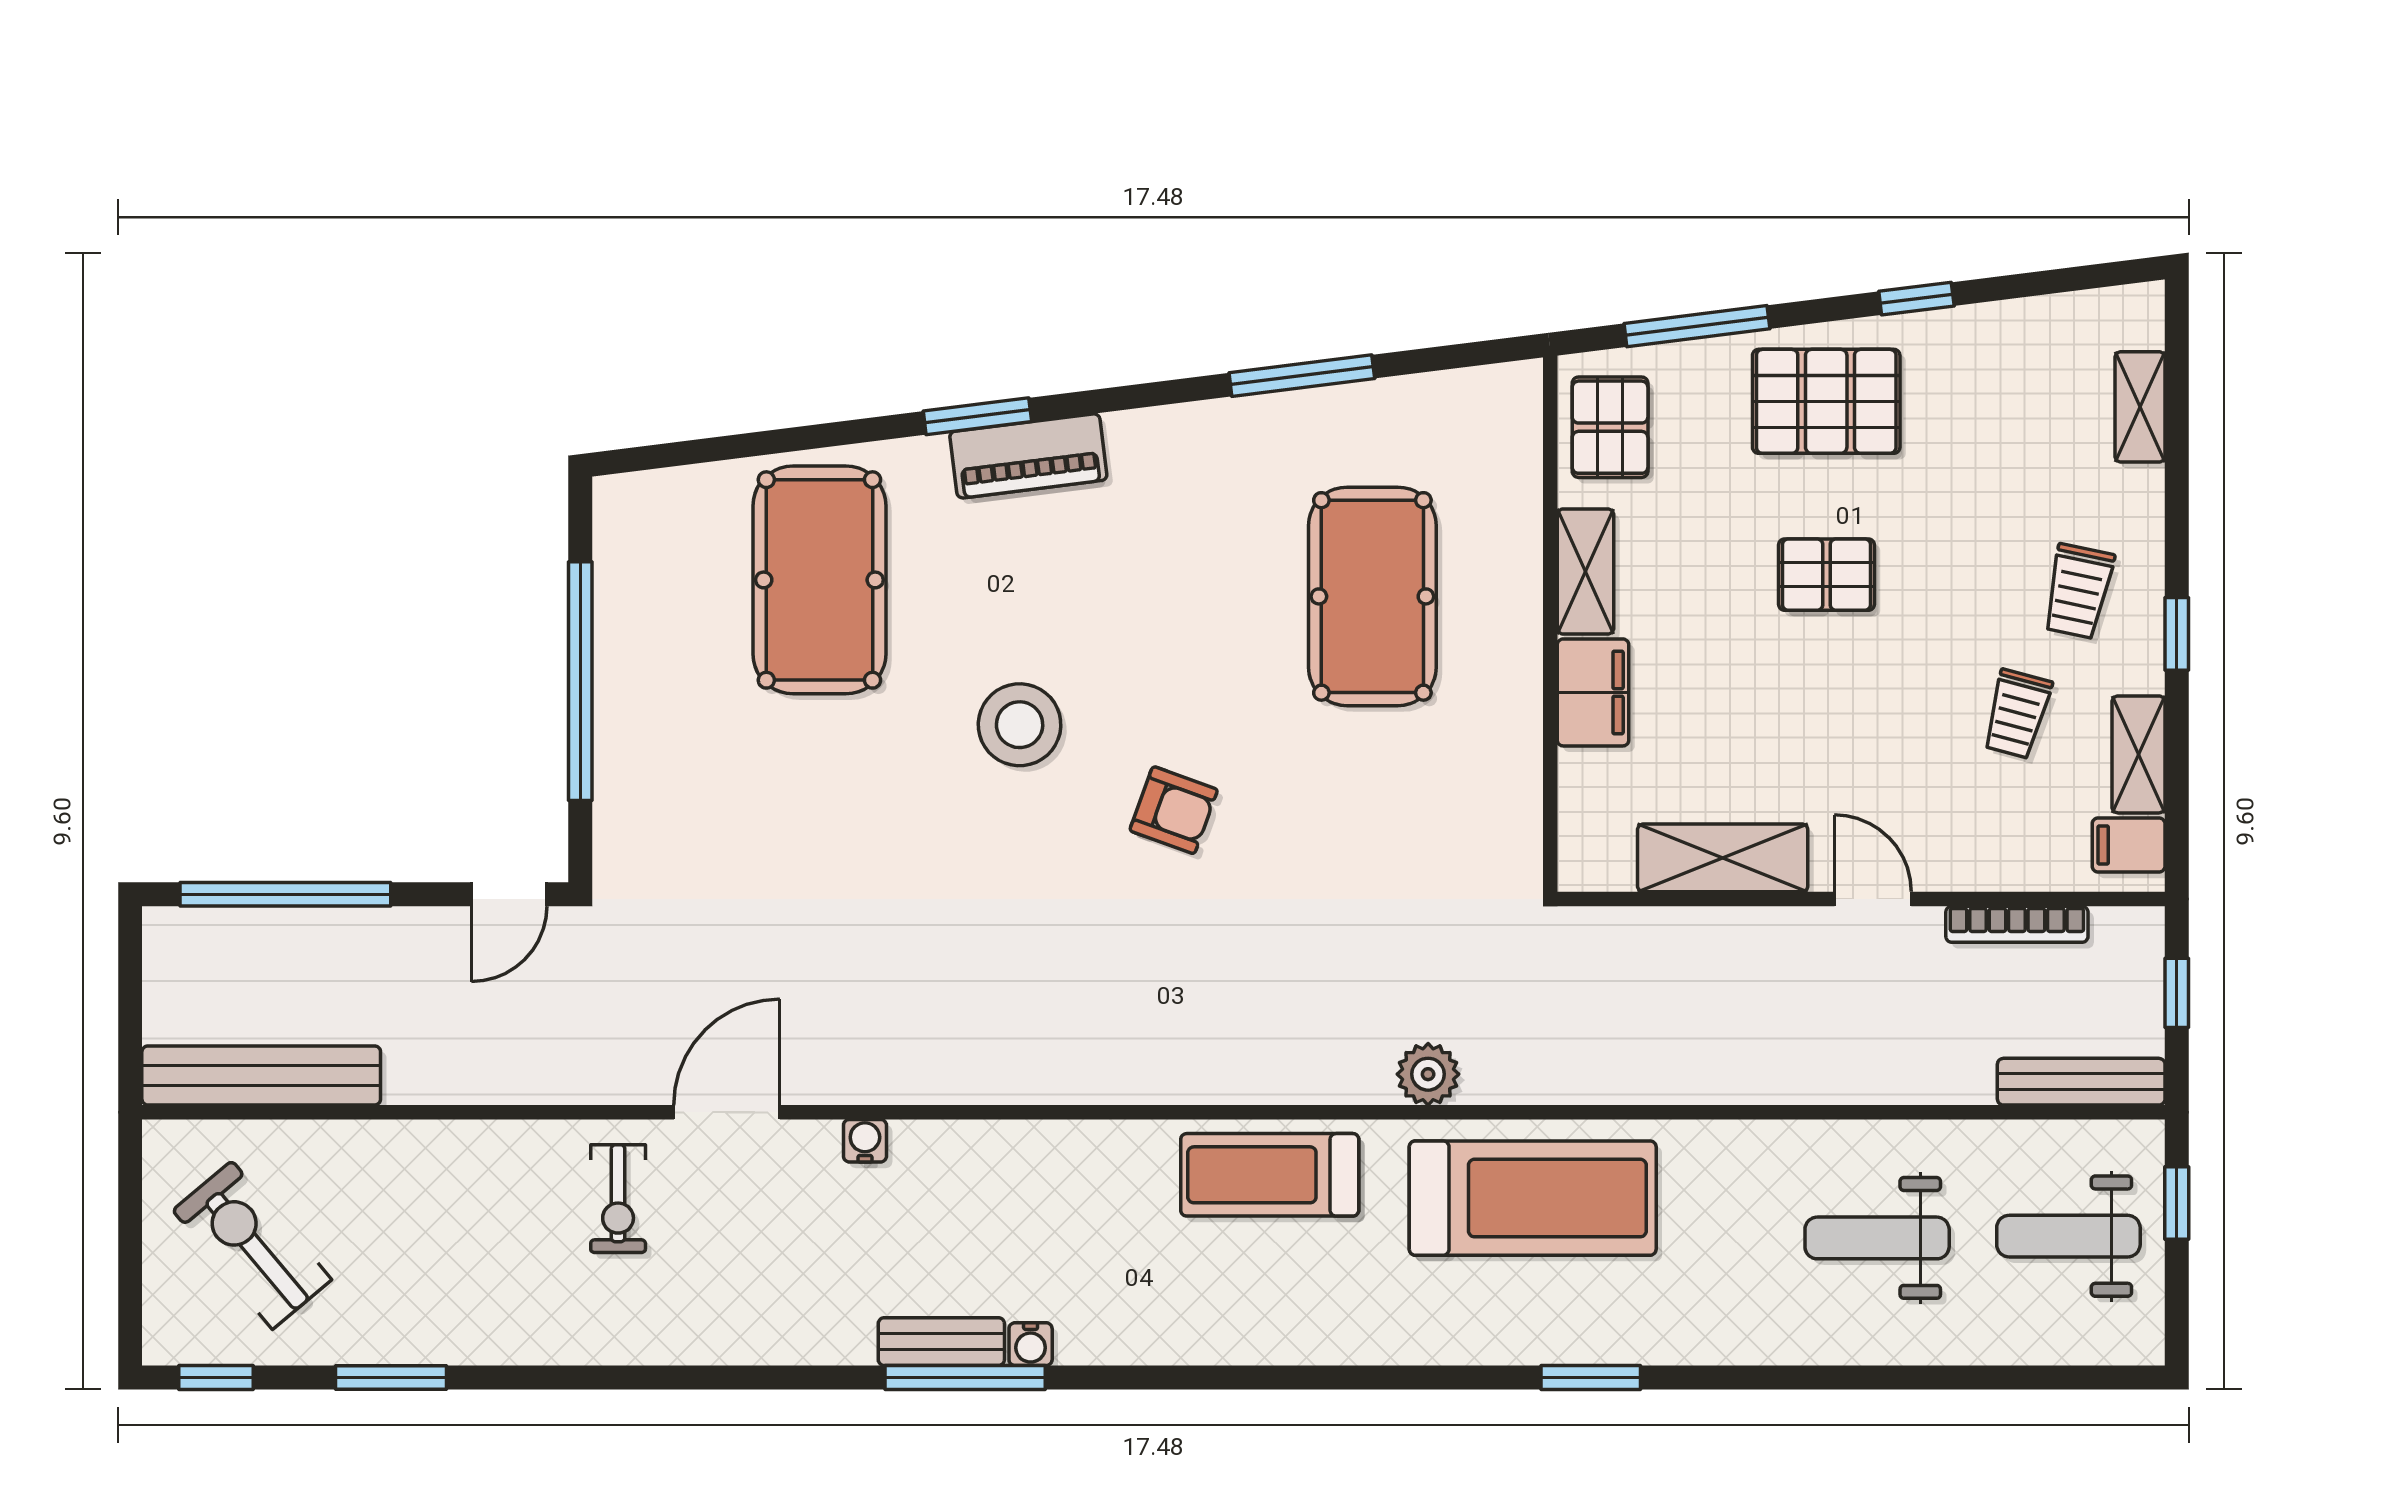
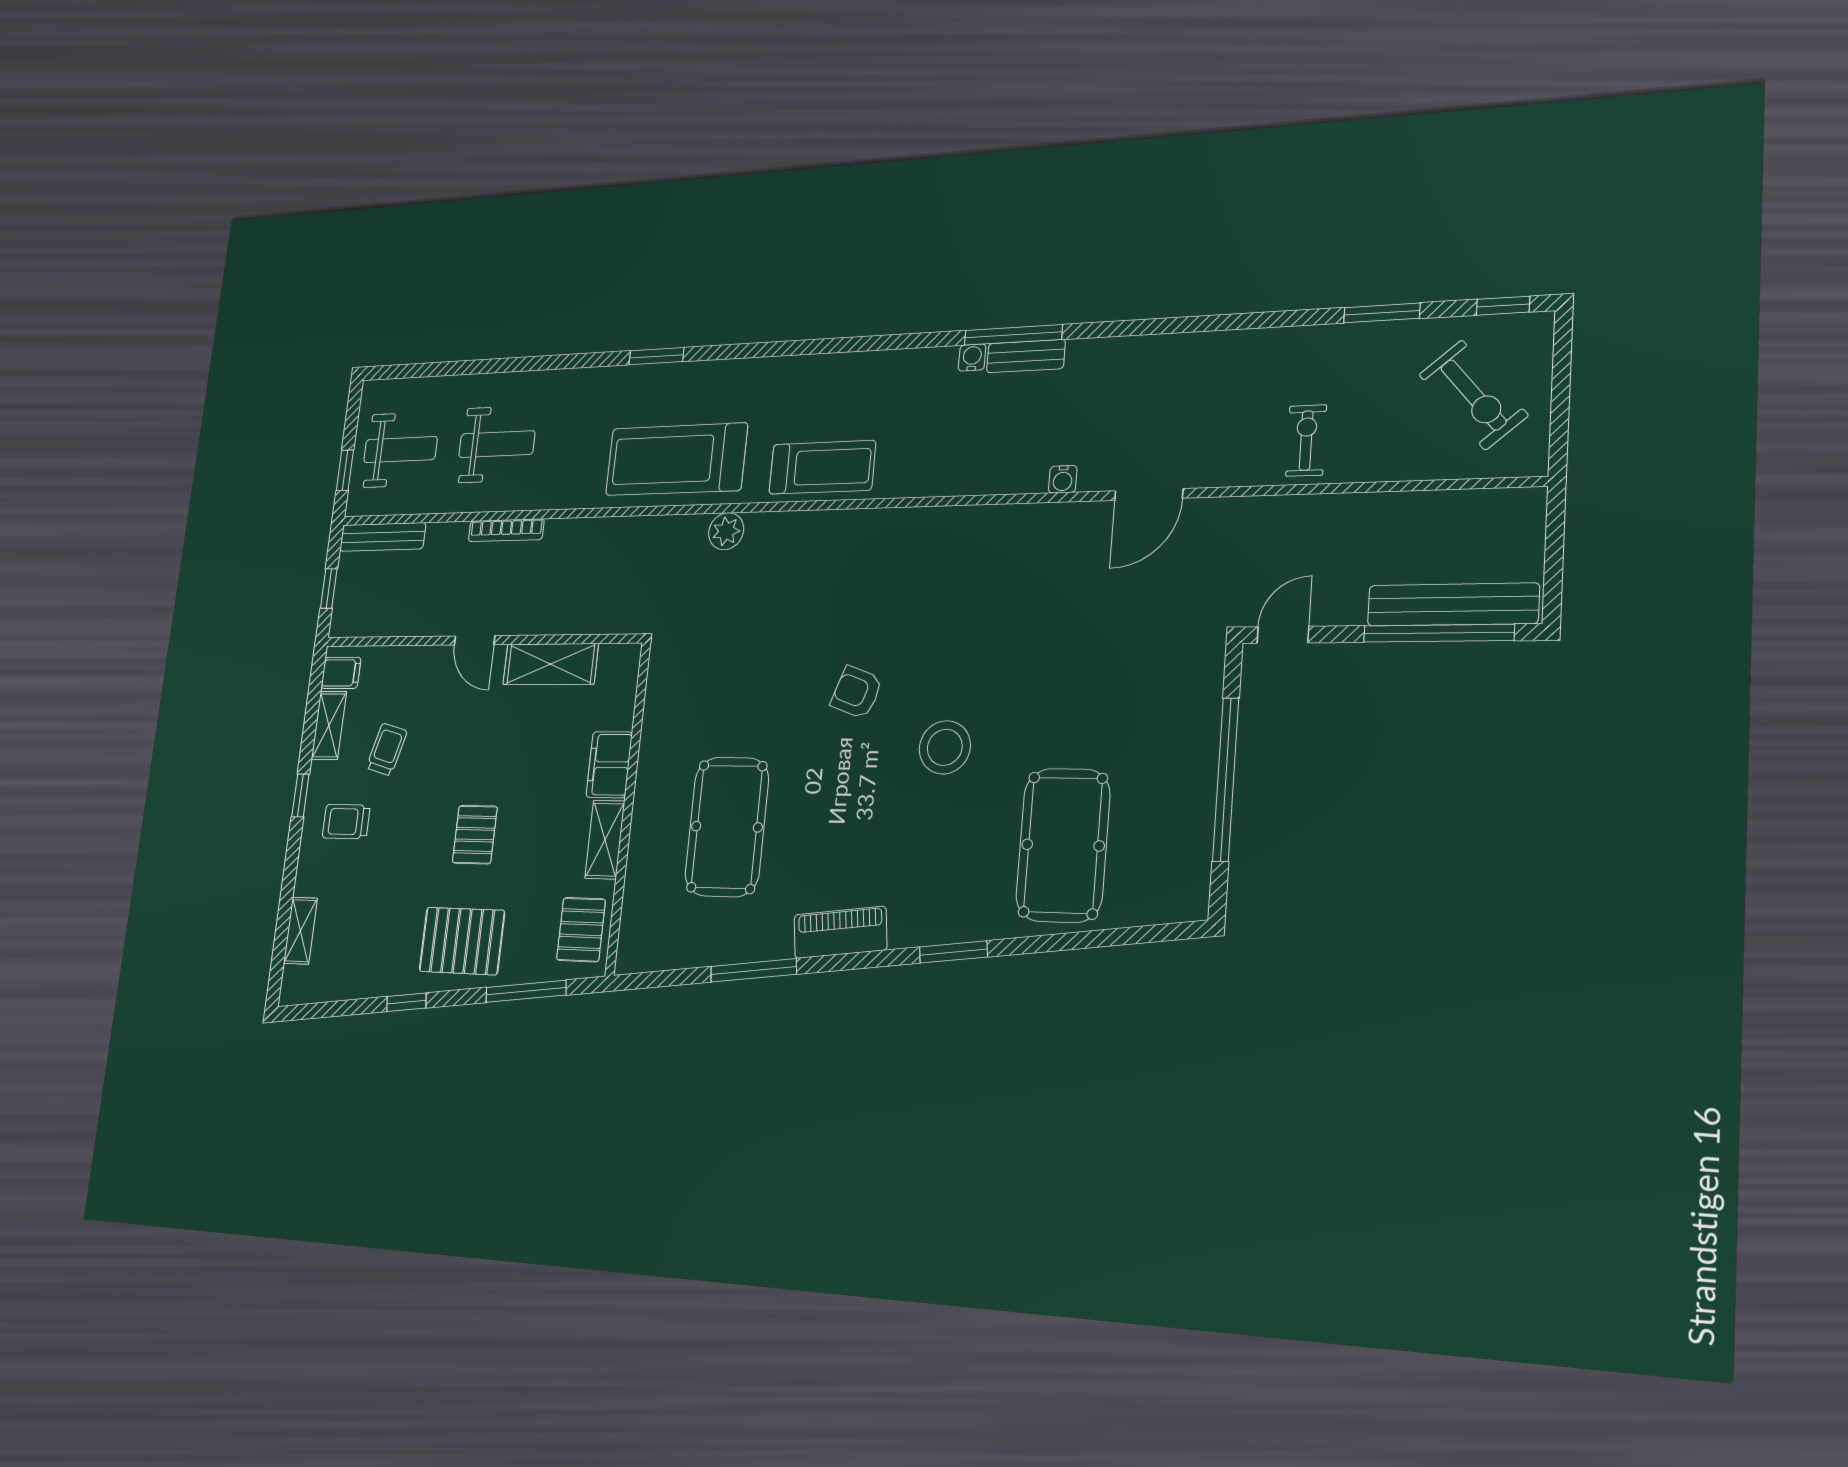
piano: (1028, 456) -> (840, 932), moved
pallet: (1826, 575) -> (475, 835), turned 90
trolley: (2078, 591) -> (346, 822), turned -102
bookcase: (2017, 924) -> (506, 530), moved, turned 180
bench: (261, 1075) -> (1453, 604), moved
exercise bike: (618, 1199) -> (1306, 440), moved

